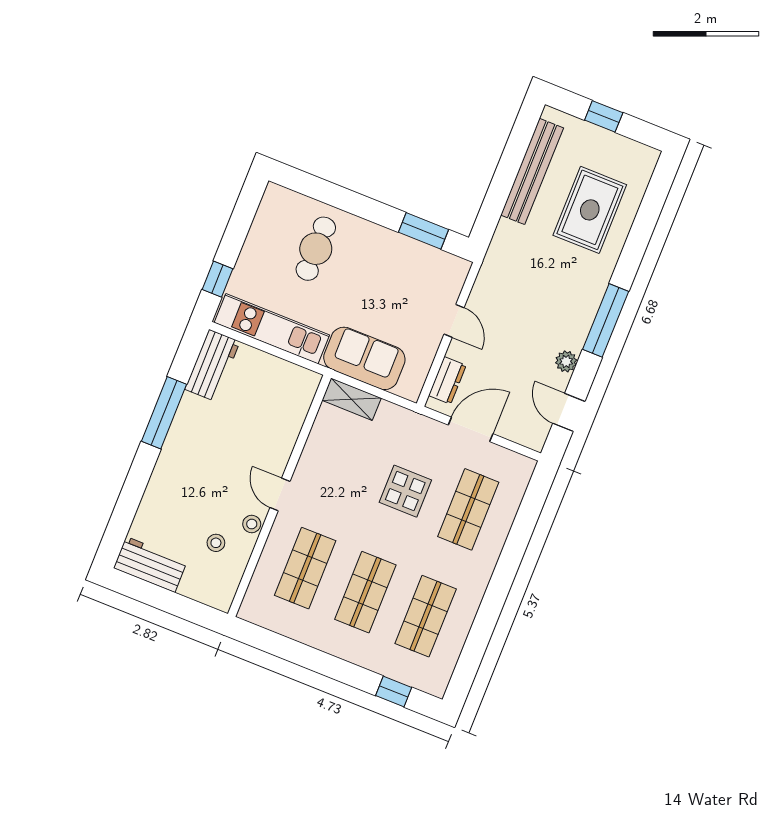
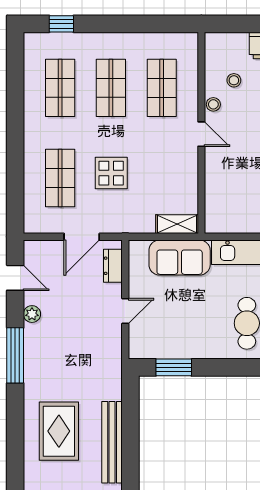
door: (454, 321) -> (125, 311), swing flipped

